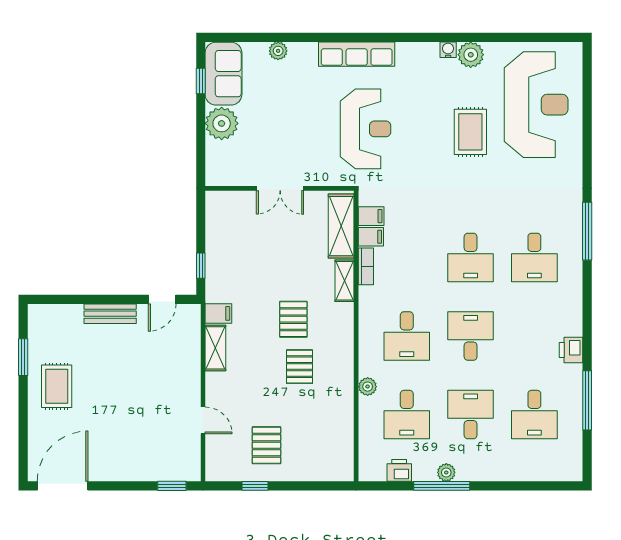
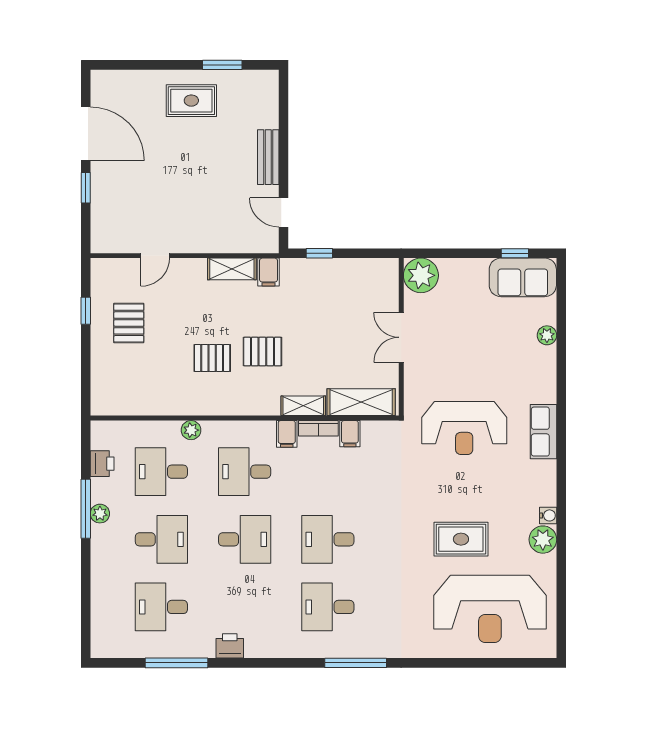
row of seats: (357, 54) -> (543, 432), width x0.68
plant: (222, 123) -> (421, 275), moved
filing cabinet: (371, 216) -> (287, 434), moved
pallet: (266, 445) -> (129, 323), turned 90
door: (63, 486) -> (86, 134), moved
window: (172, 486) -> (86, 188), moved

